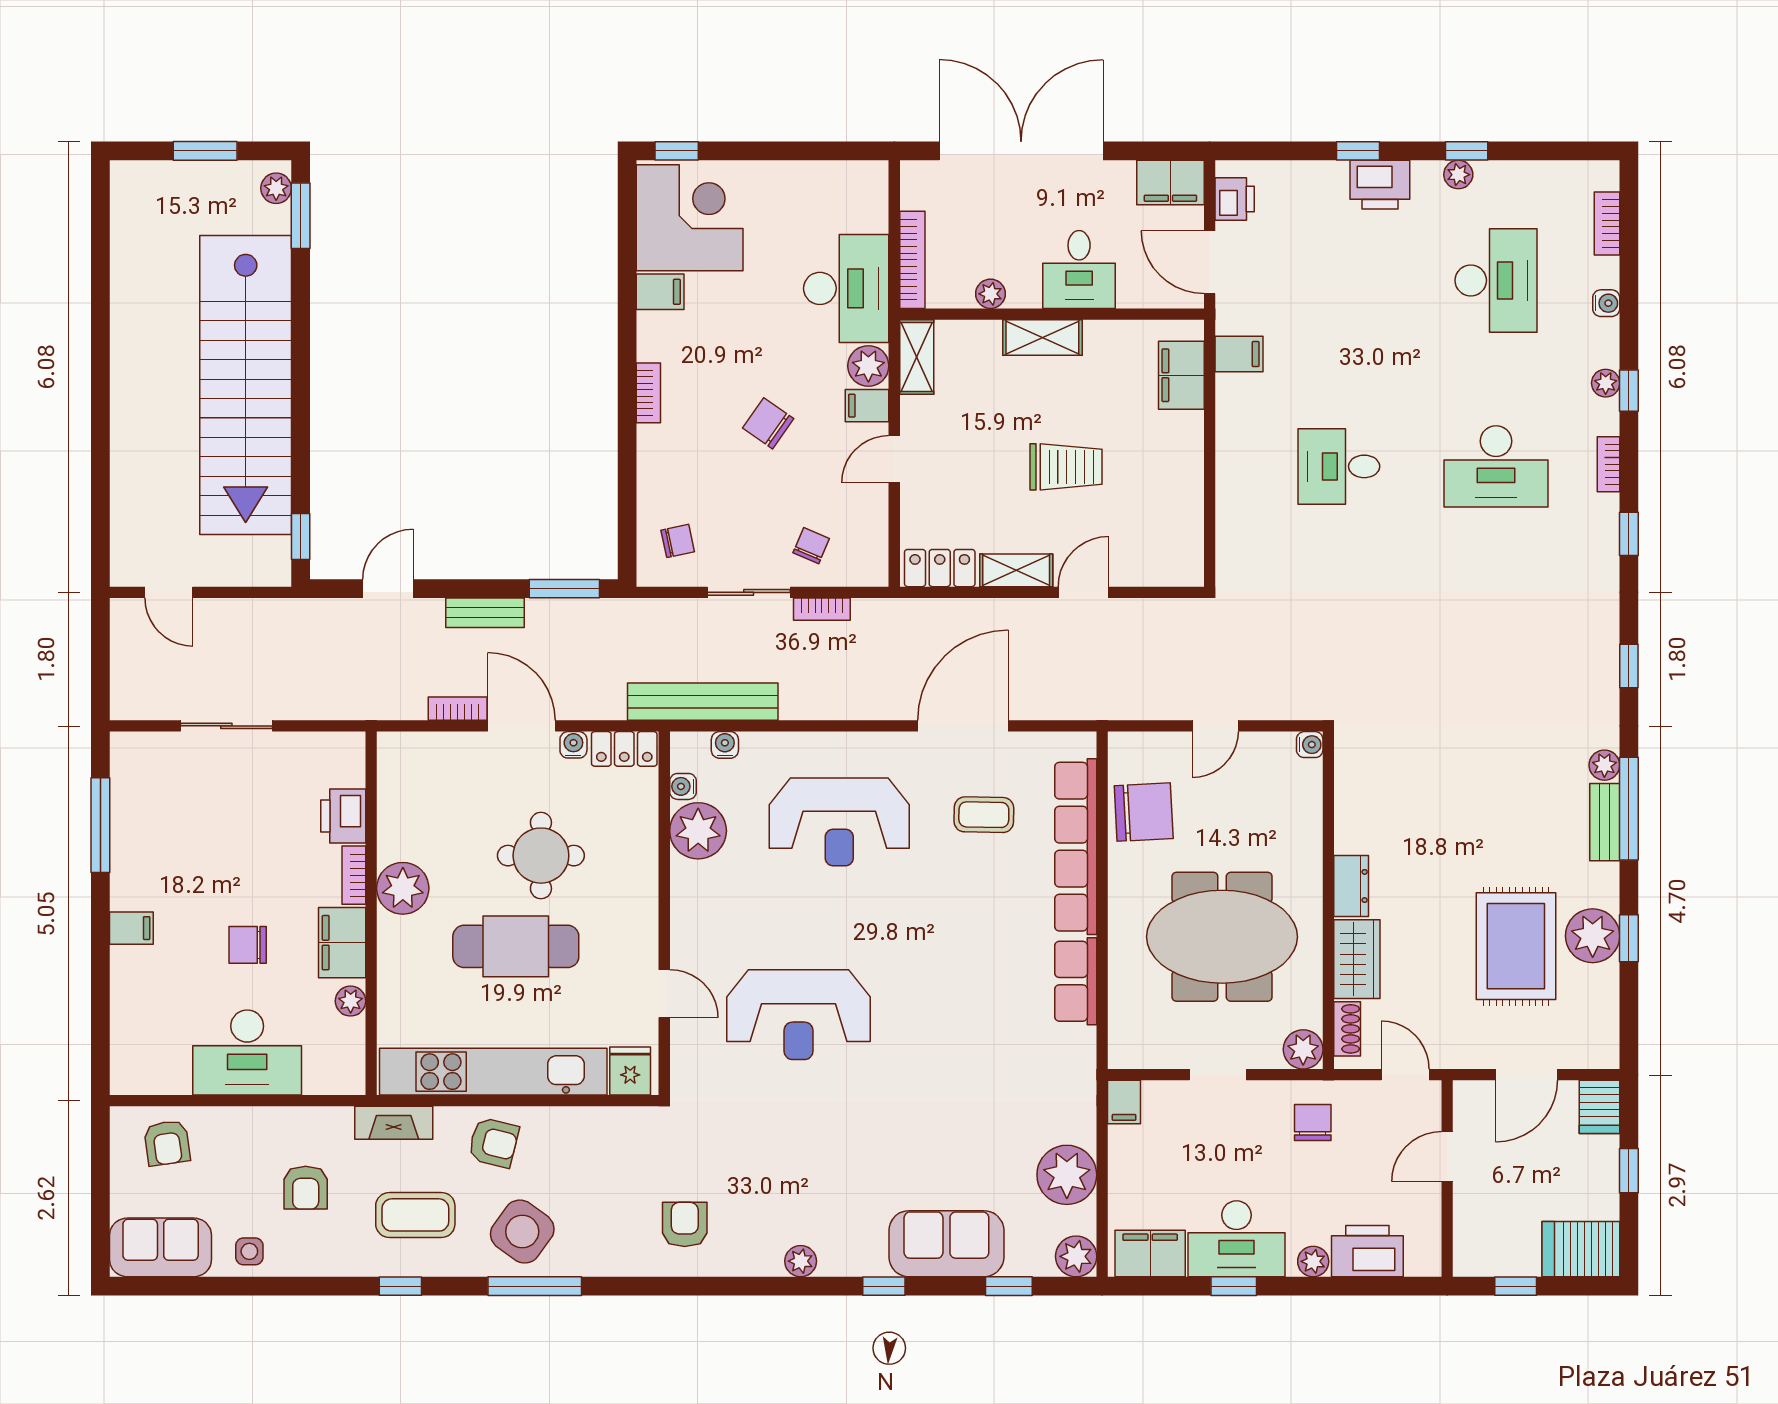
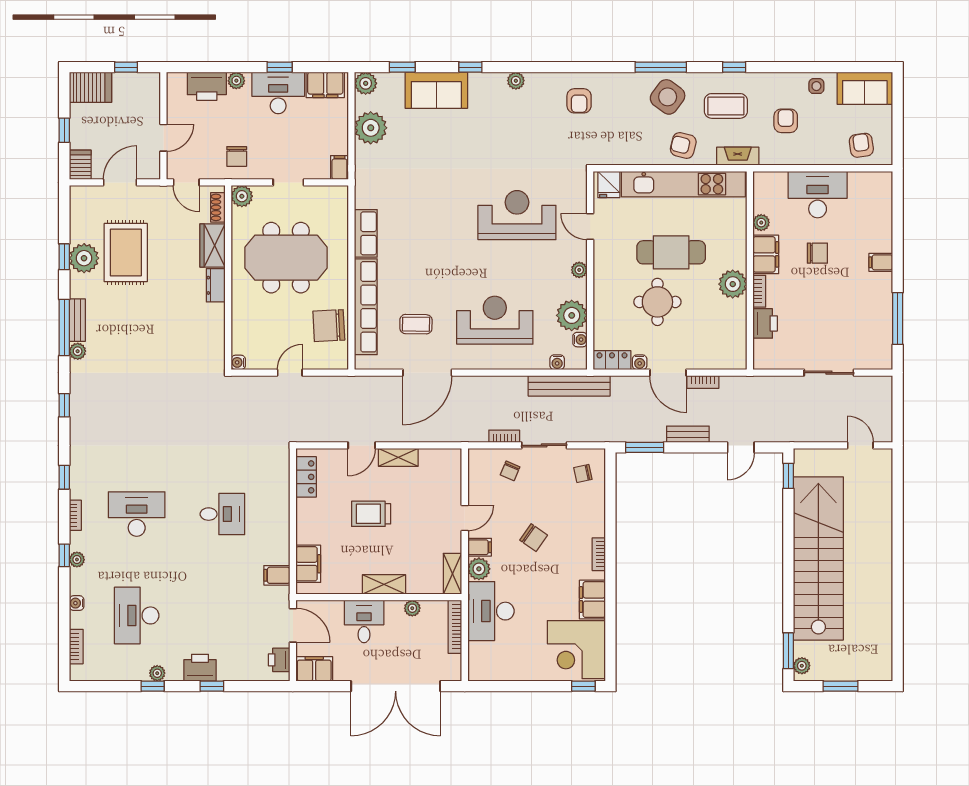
filing cabinet: (660, 292) -> (592, 600), width x2.00
locker: (940, 568) -> (306, 477), moved, turned -90
plant: (684, 914) -> (579, 270), added

